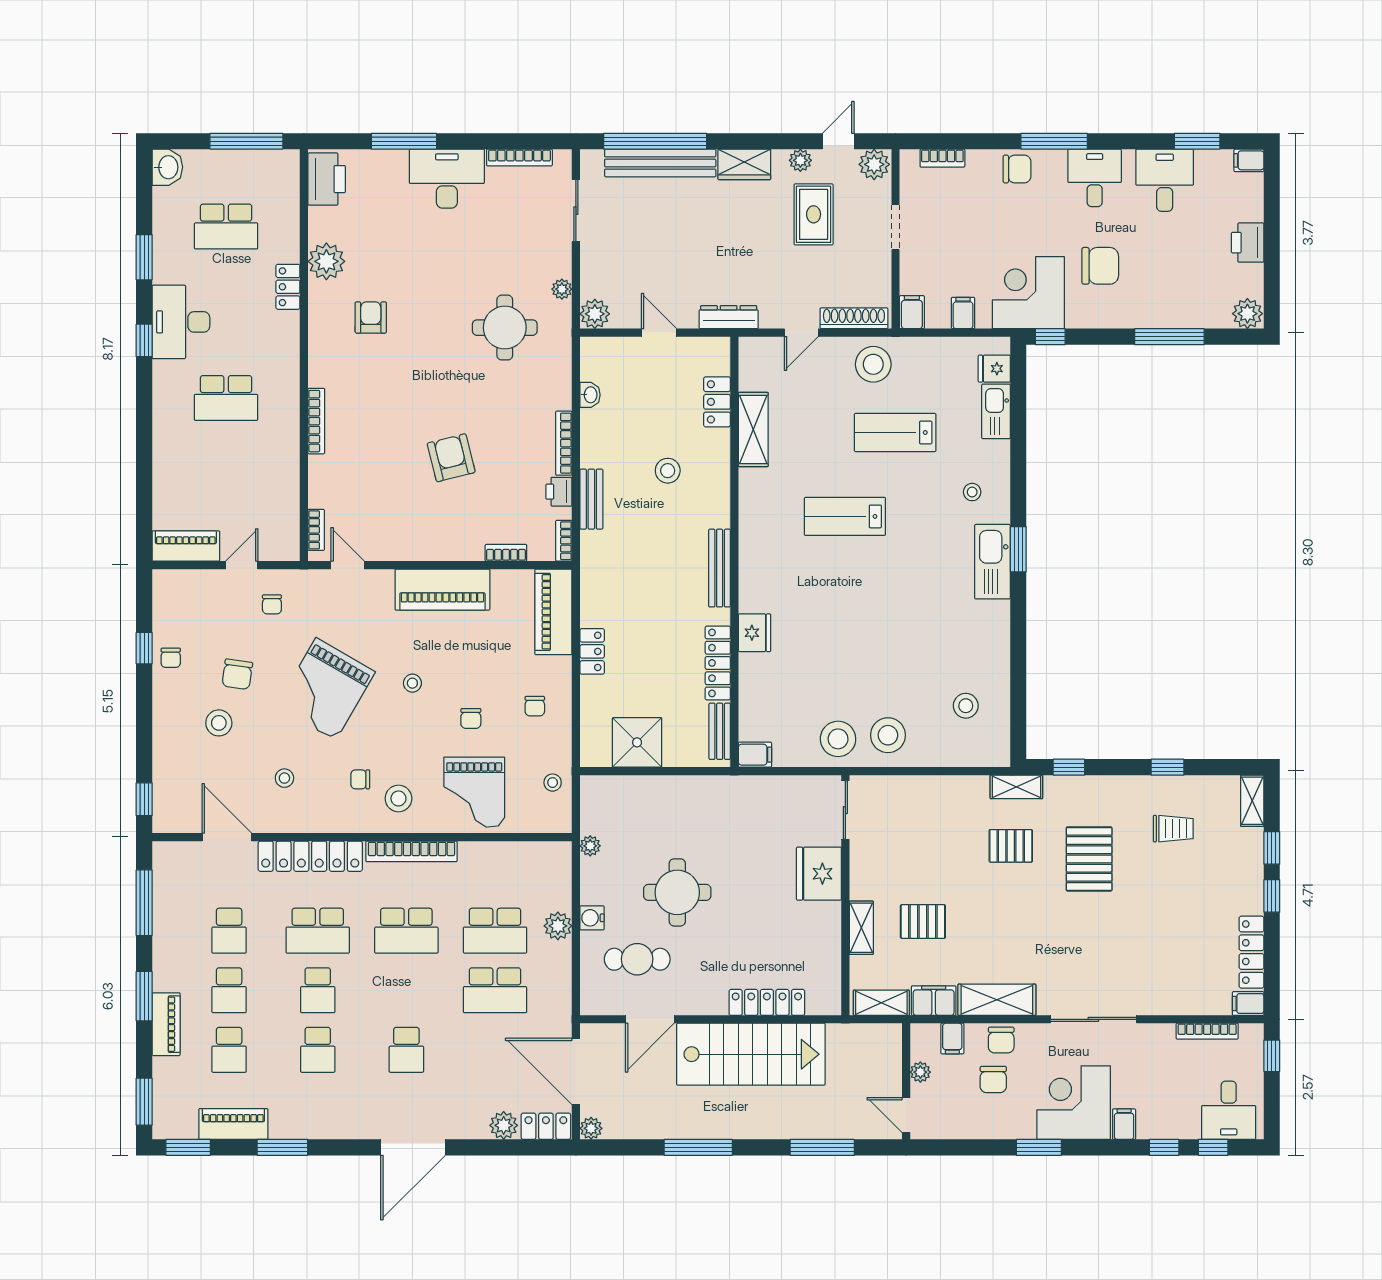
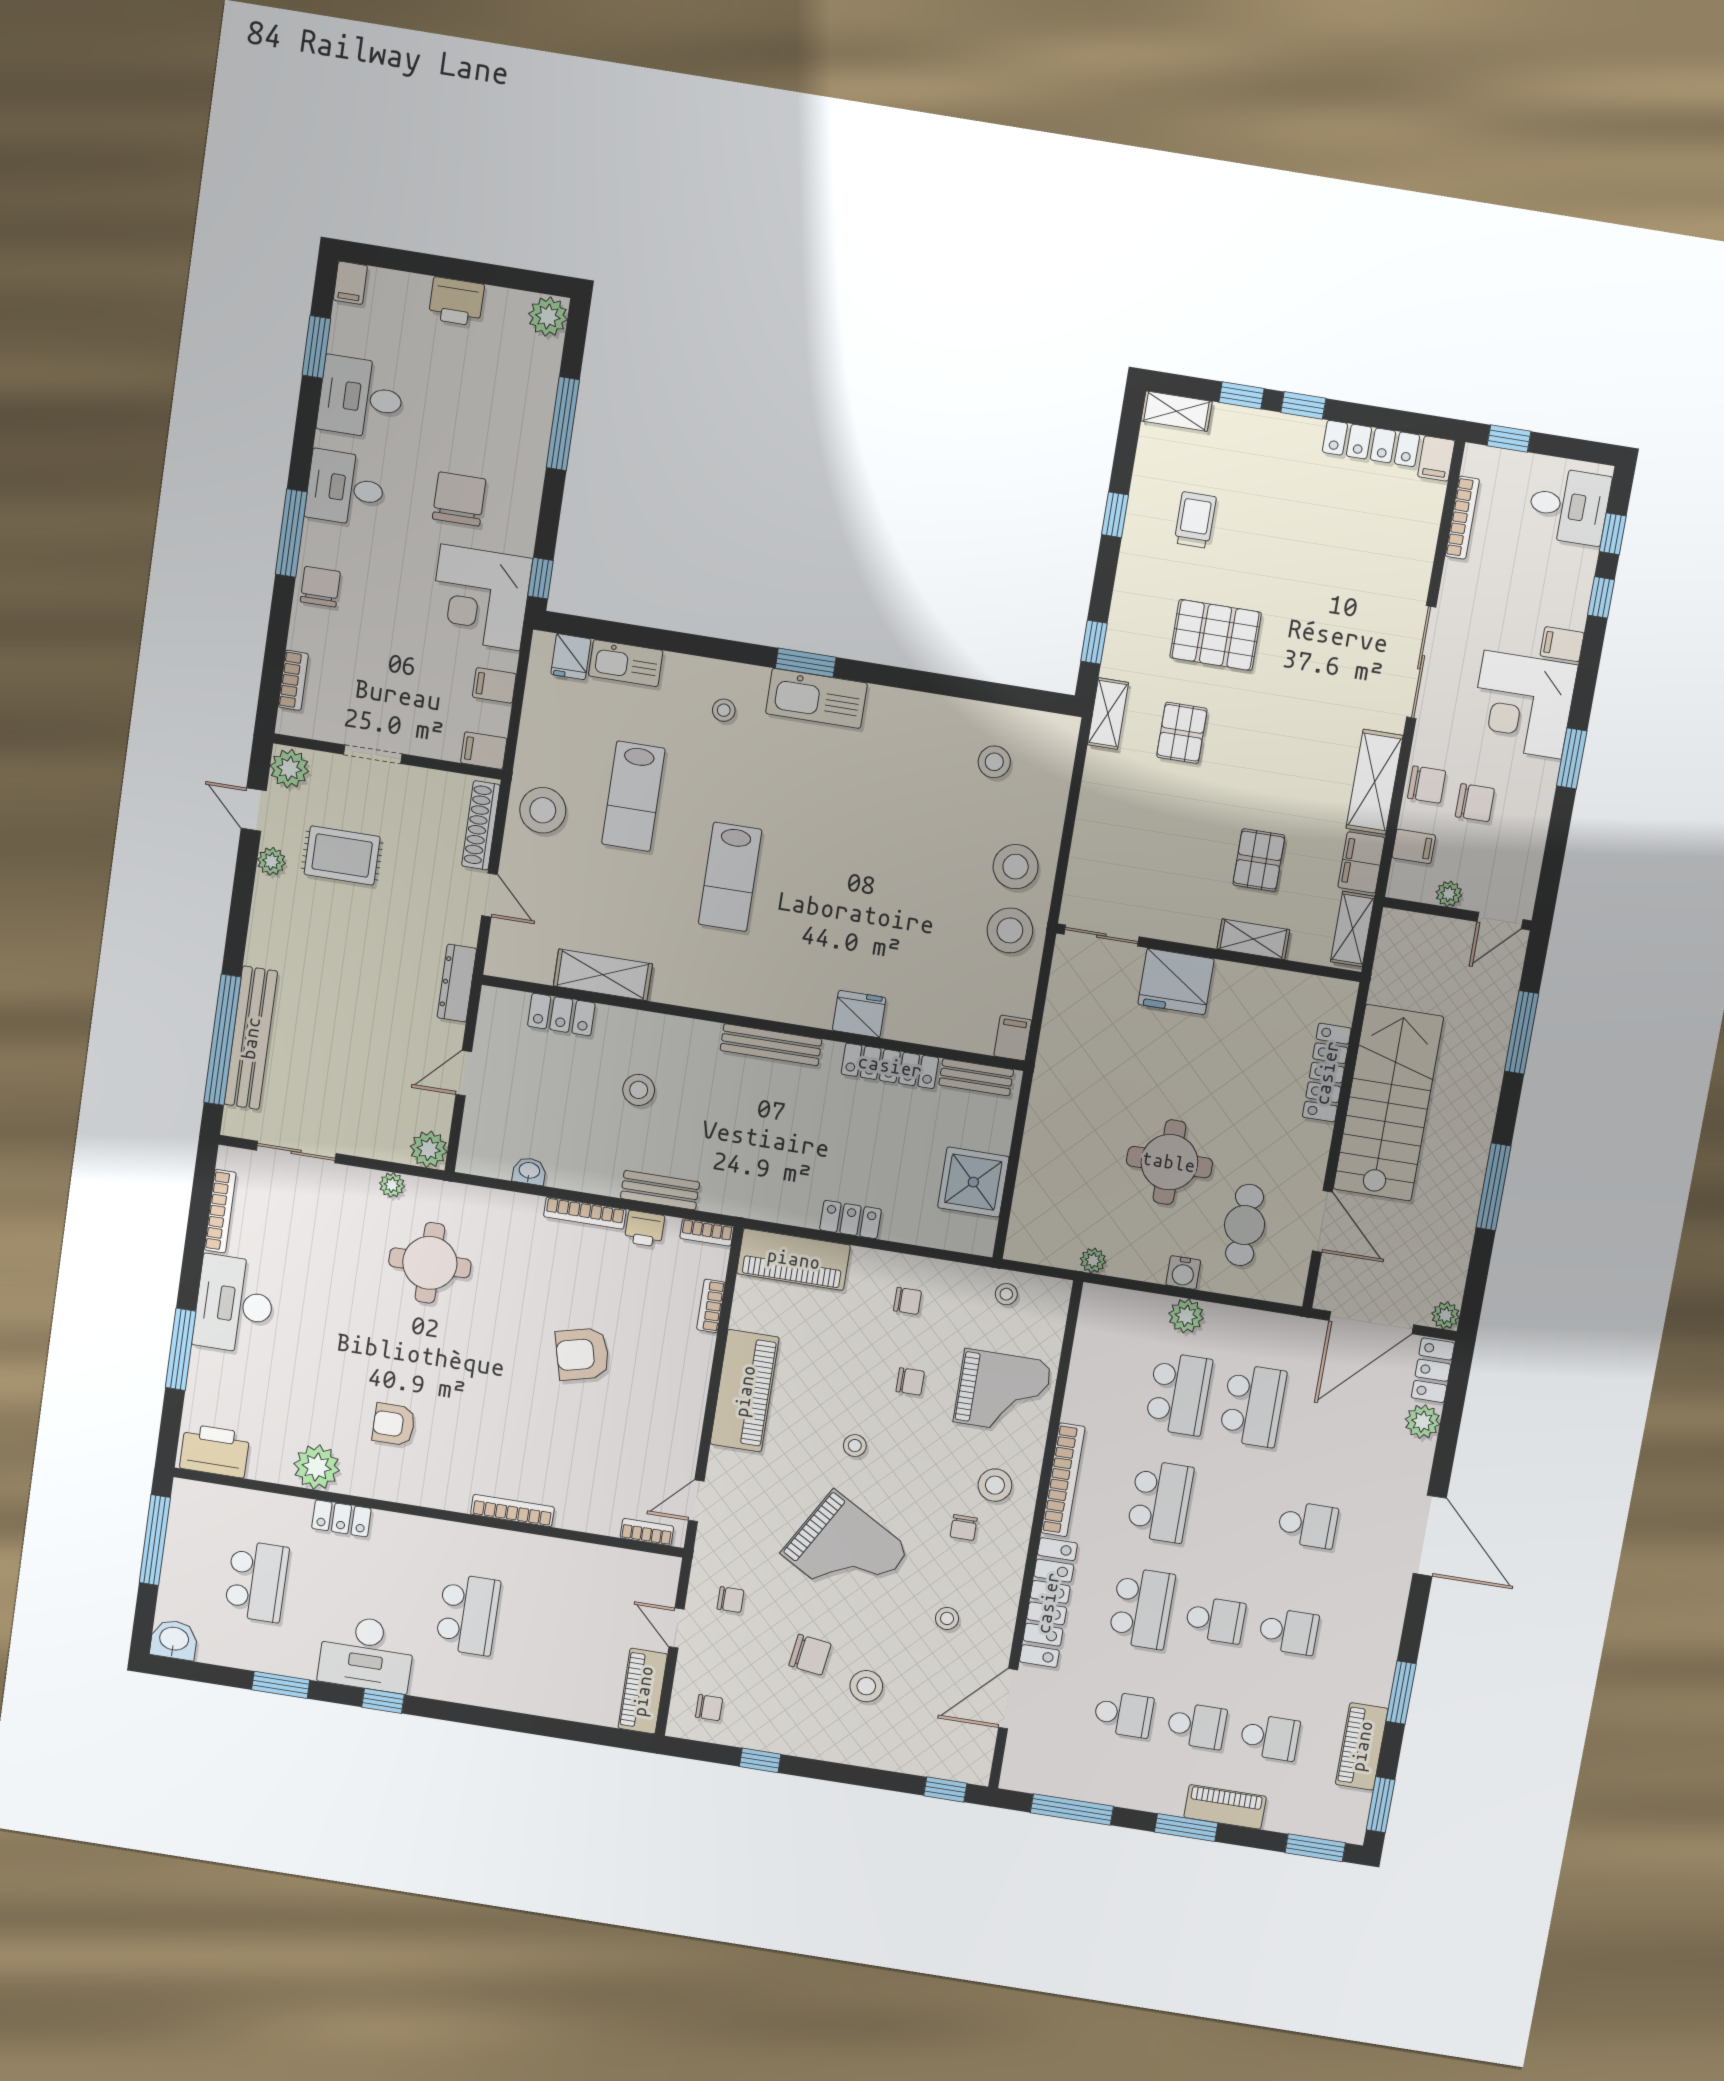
wardrobe: (744, 164) -> (267, 933), removed
chair: (171, 658) -> (709, 1708), moved

